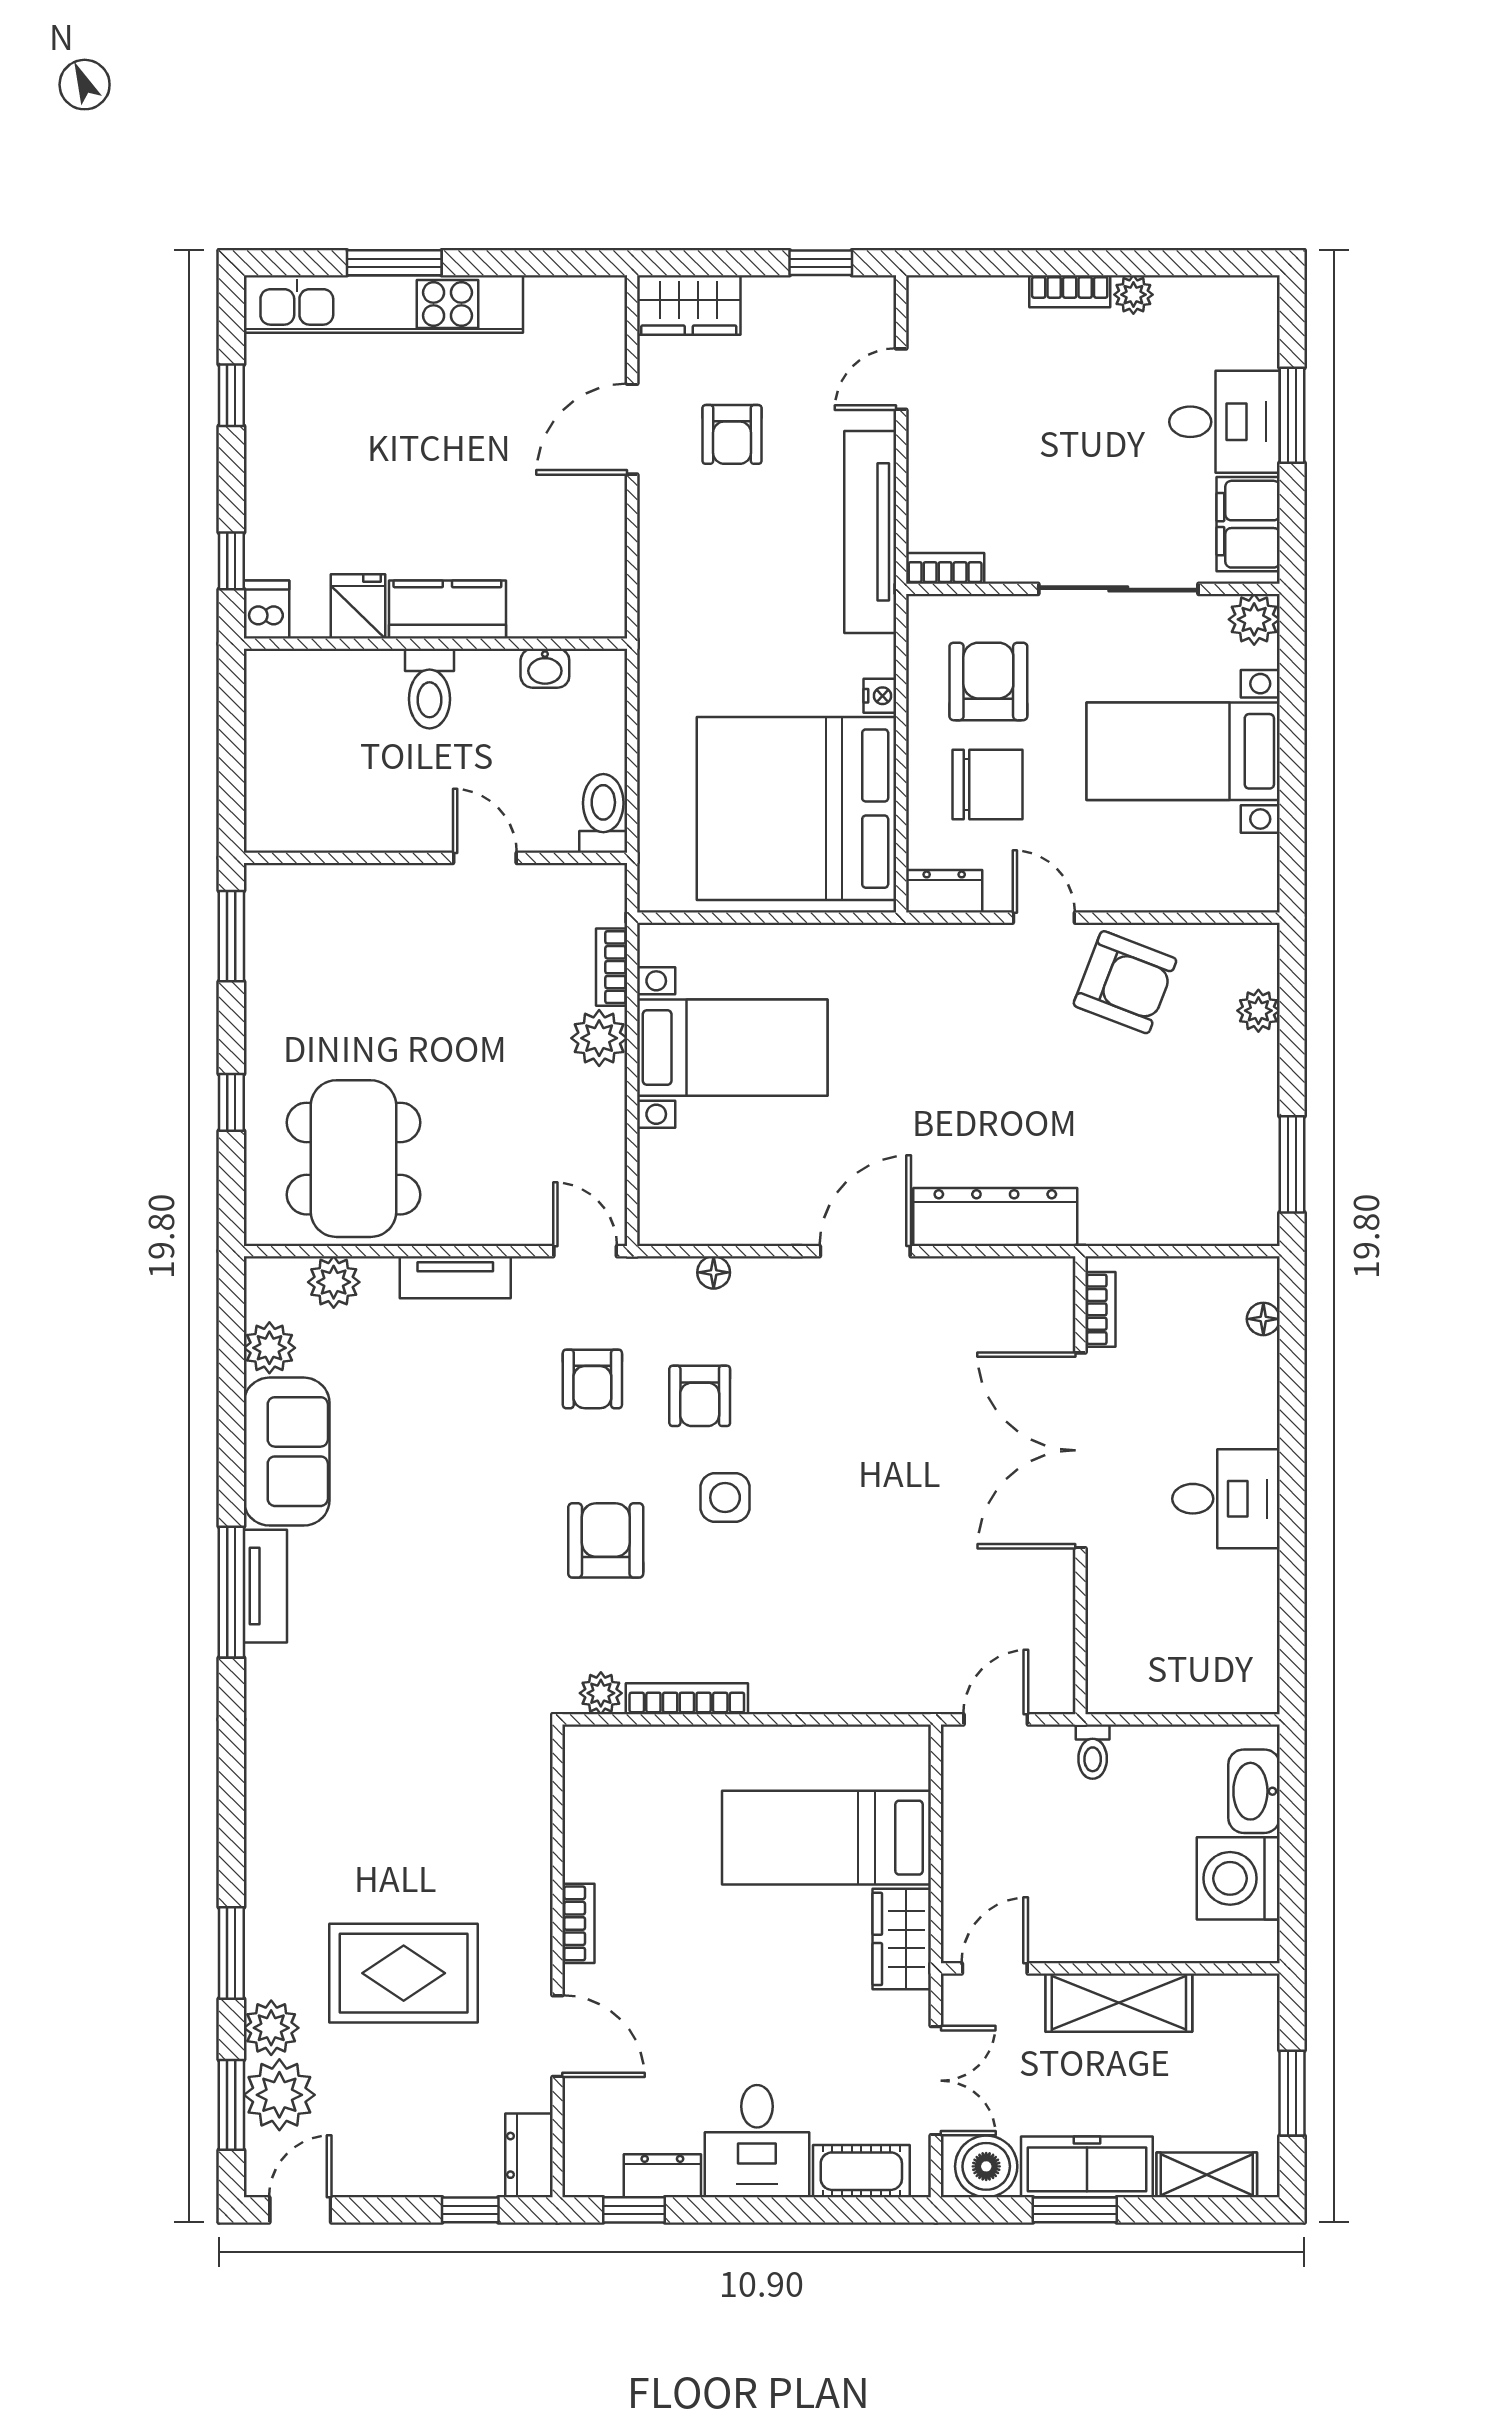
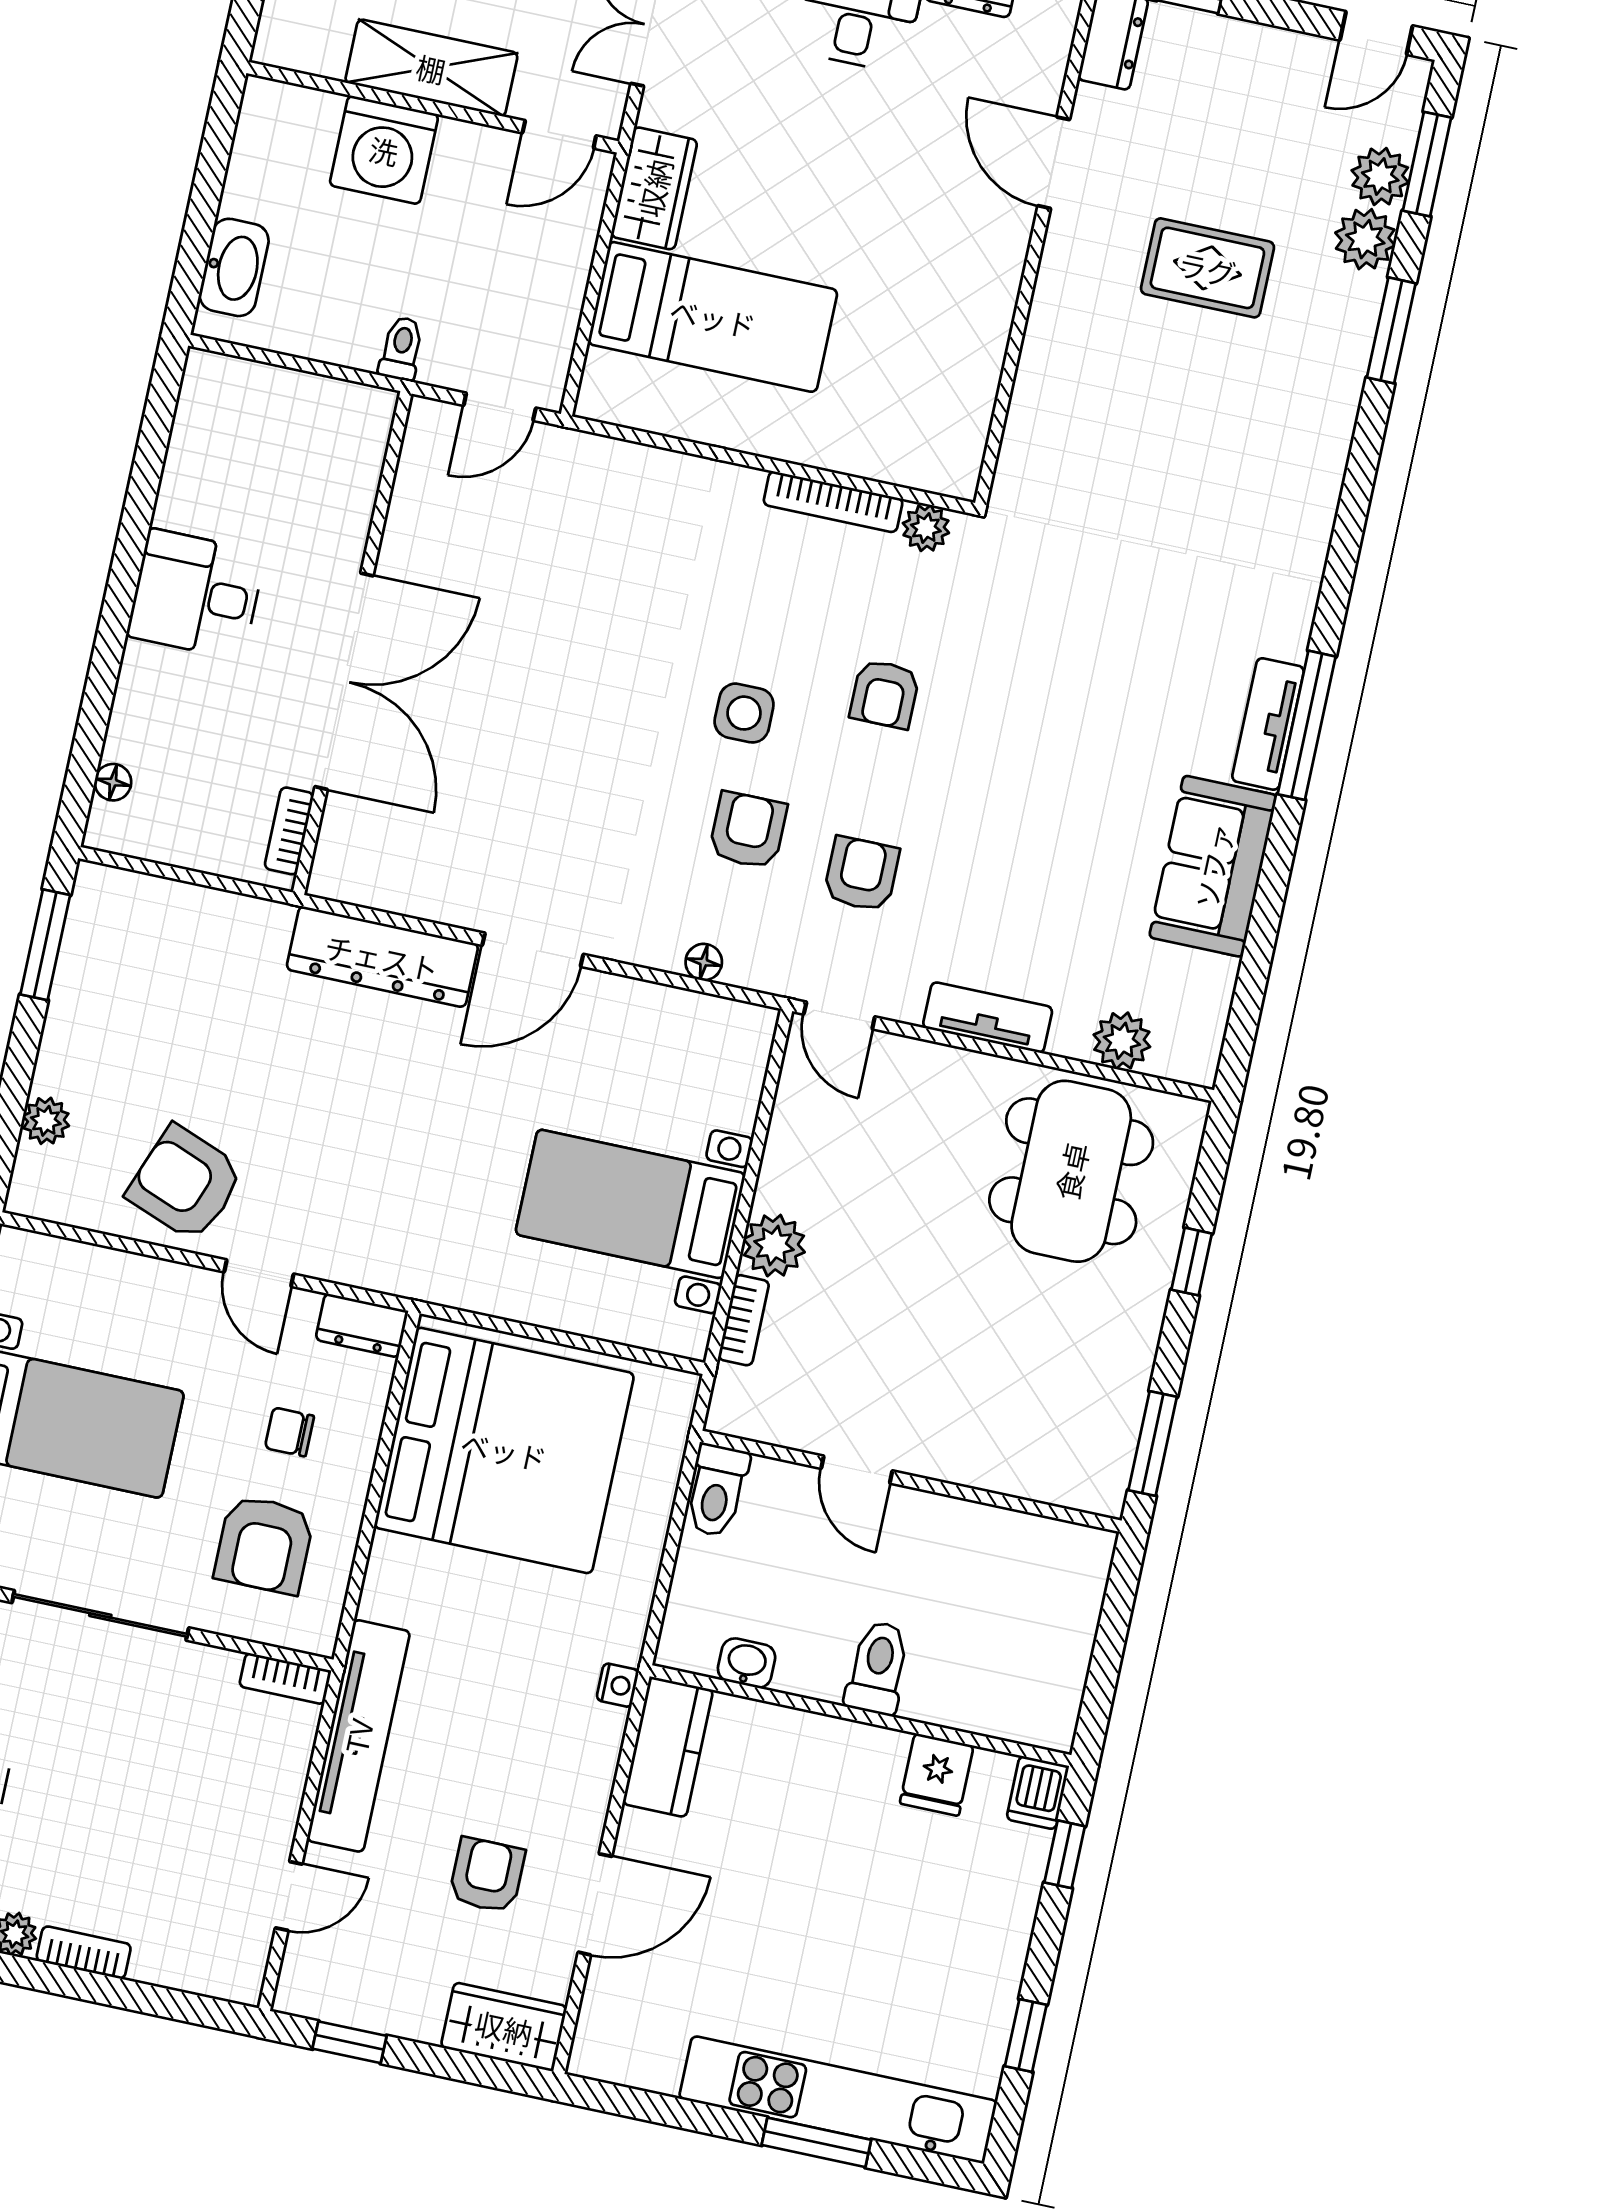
kitchen counter: (447, 610) -> (668, 1747), moved, turned -90
nightstand: (880, 696) -> (618, 1685), moved, turned 180
chair: (987, 785) -> (289, 1432), width x0.54, depth x0.54
plant: (269, 1348) -> (1208, 984), removed
armchair: (606, 1540) -> (885, 694), width x0.72, depth x0.72
washing machine: (1238, 1878) -> (384, 150), moved, turned 90
bookcase: (578, 1923) -> (1004, 281), removed
rug: (404, 1973) -> (1207, 268), width x0.73, depth x0.70
plant: (279, 2095) -> (1380, 176), width x0.73, depth x0.73

